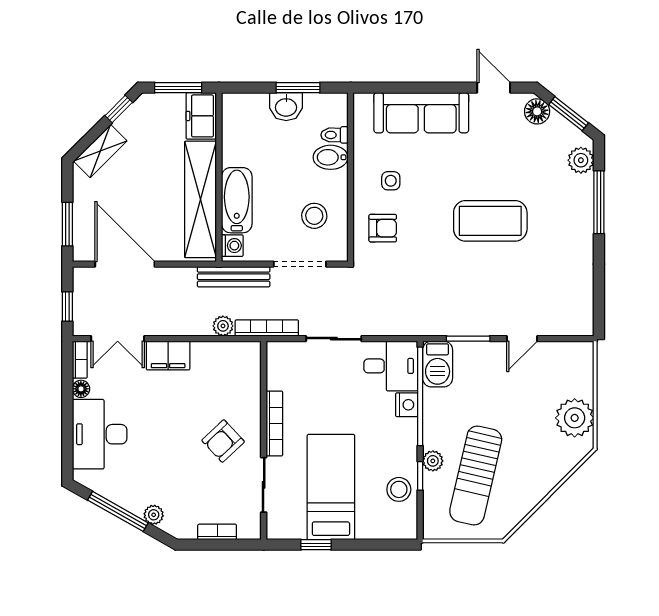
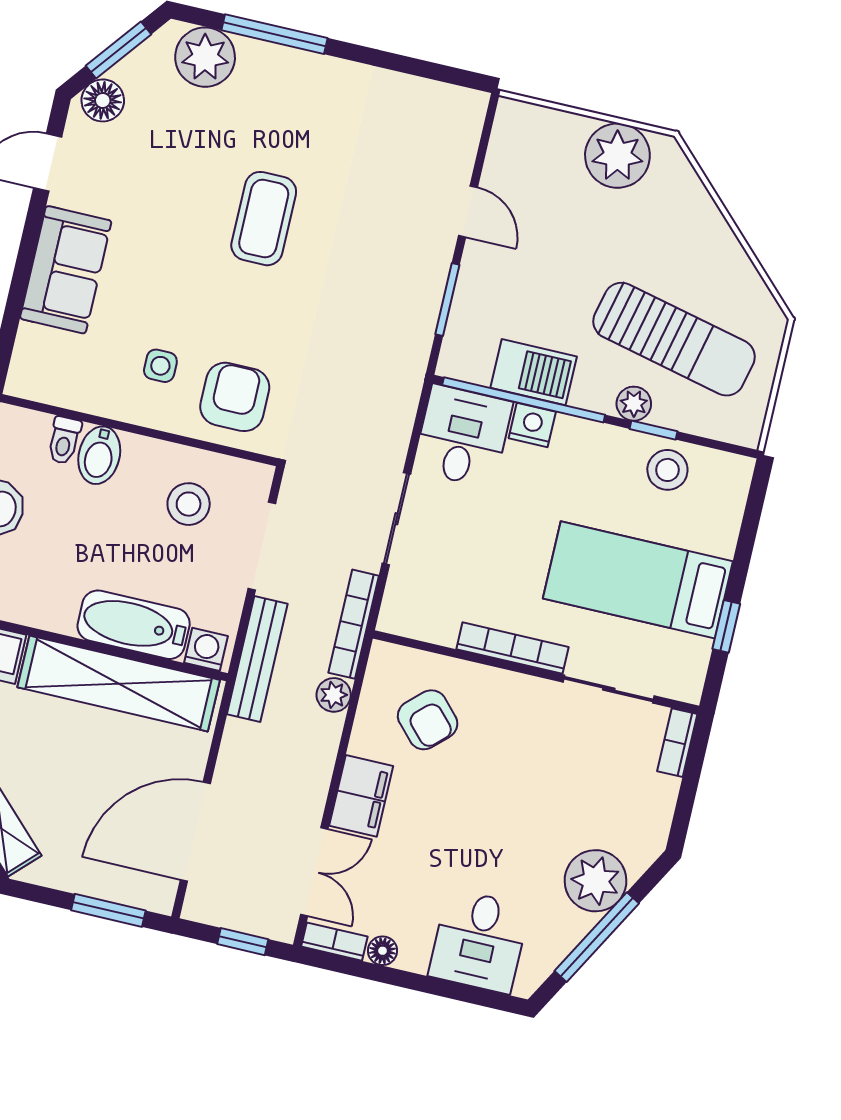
sofa: (421, 113) -> (66, 270), width x0.73
plant: (581, 160) -> (205, 57), width x1.36, depth x1.36
coffee table: (490, 221) -> (264, 219), width x0.73, depth x0.76
armchair: (383, 228) -> (235, 397), width x1.38, depth x1.38
barbecue: (438, 364) -> (534, 372), moved
desk: (100, 434) -> (479, 941), width x0.73
armchair: (223, 441) -> (428, 720), moved
plant: (154, 515) -> (596, 881), width x1.87, depth x1.87
bookcase: (217, 532) -> (677, 743), moved

